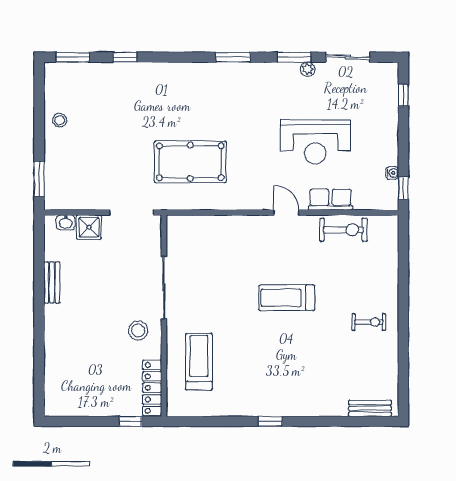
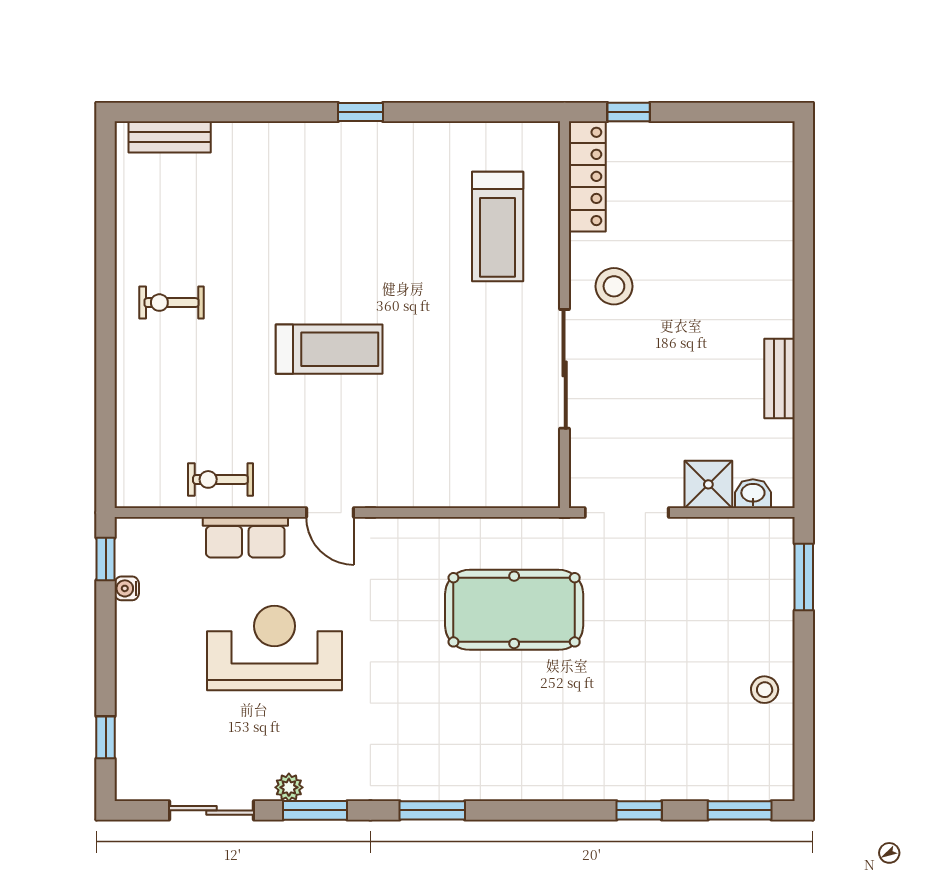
exercise bike: (343, 230) -> (220, 479), width x0.73, depth x0.72

